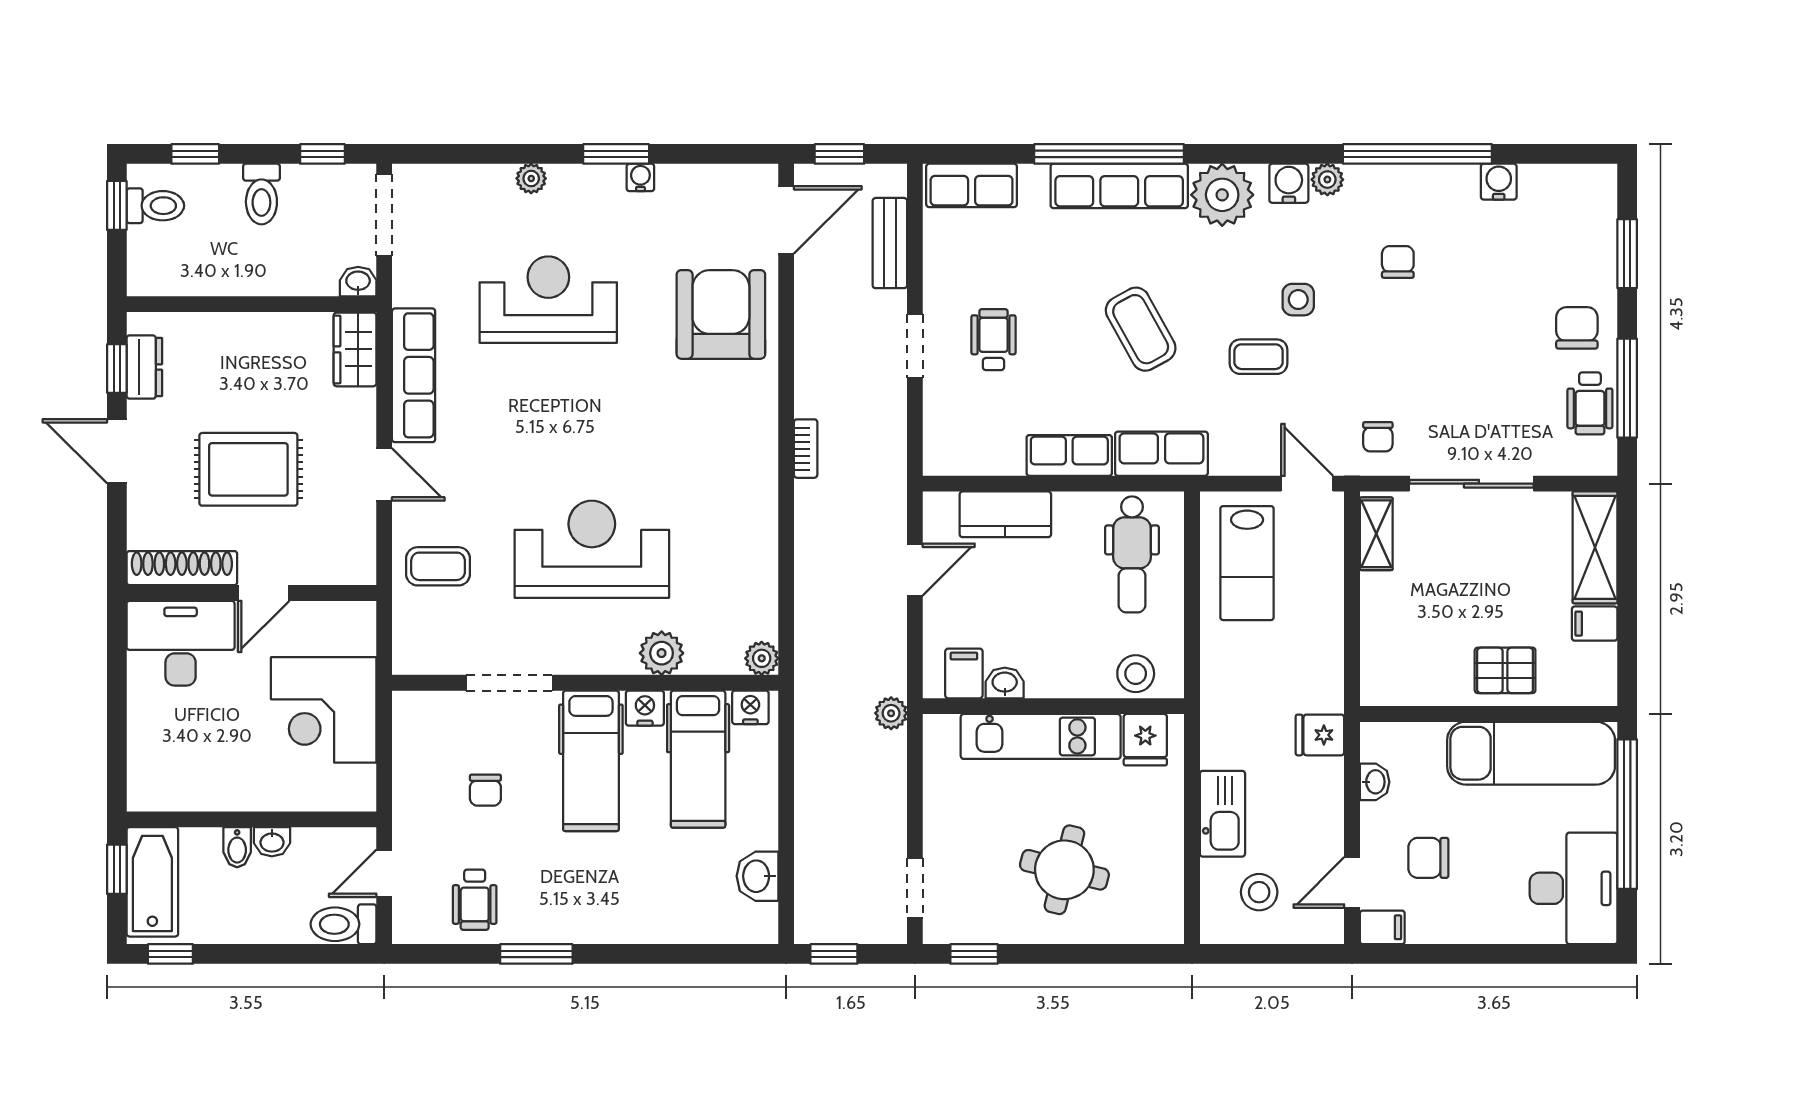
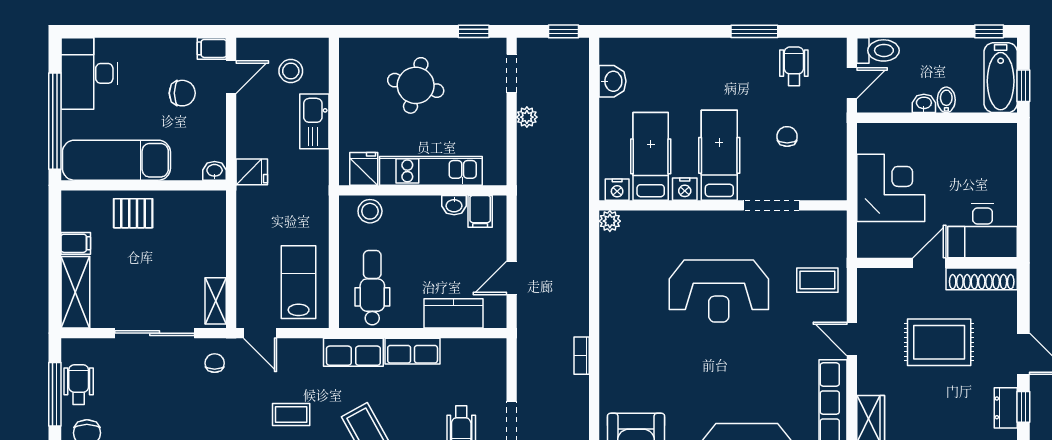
plant: (662, 653) -> (674, 224), removed
plant: (891, 713) -> (527, 117), moved
washbasin: (1375, 782) -> (215, 171), moved, turned 90

